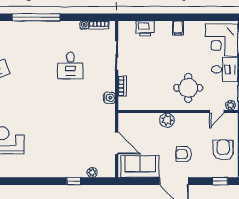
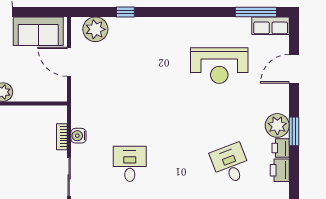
water cooler: (109, 98) -> (78, 136), moved
plant: (92, 172) -> (95, 29), width x1.88, depth x1.88

